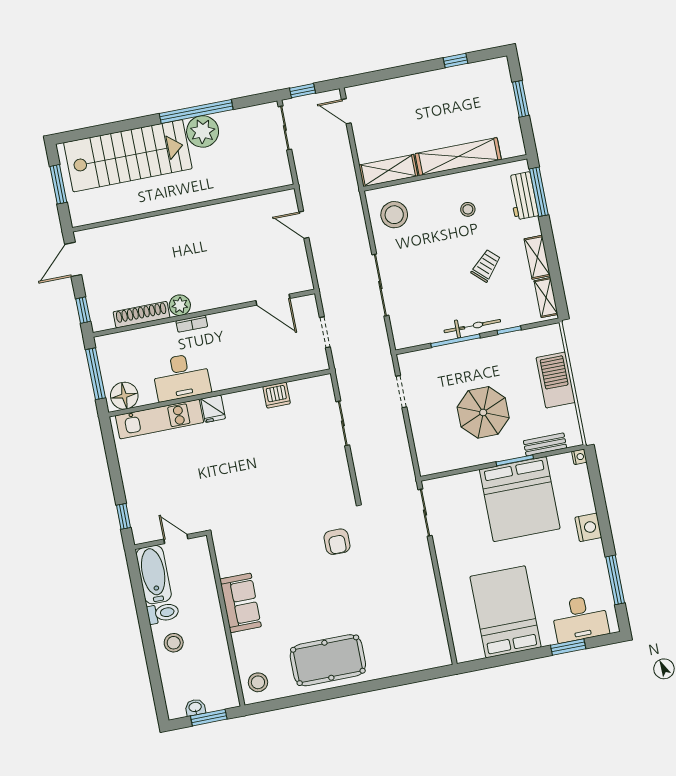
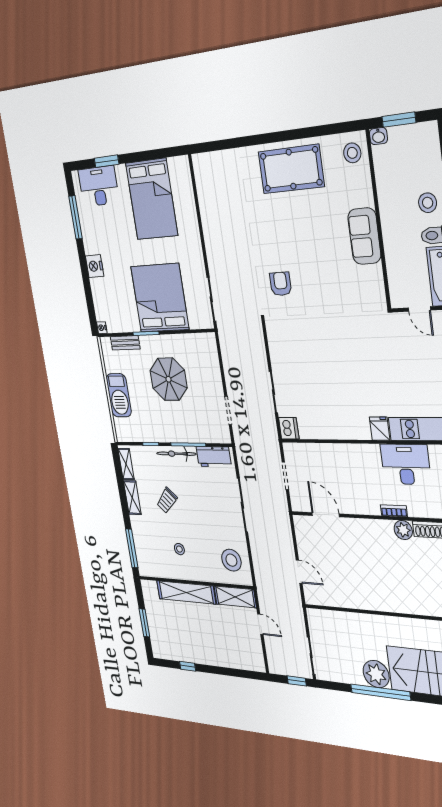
door: (346, 111) -> (260, 624), moved
workbench: (523, 196) -> (214, 457), moved, turned 90
dishwasher: (277, 395) -> (289, 428), moved, turned 90
bed: (520, 499) -> (160, 298), moved
washbasin: (195, 707) -> (378, 136), moved

